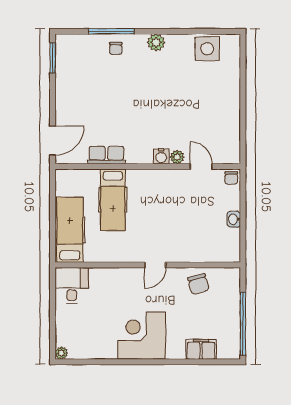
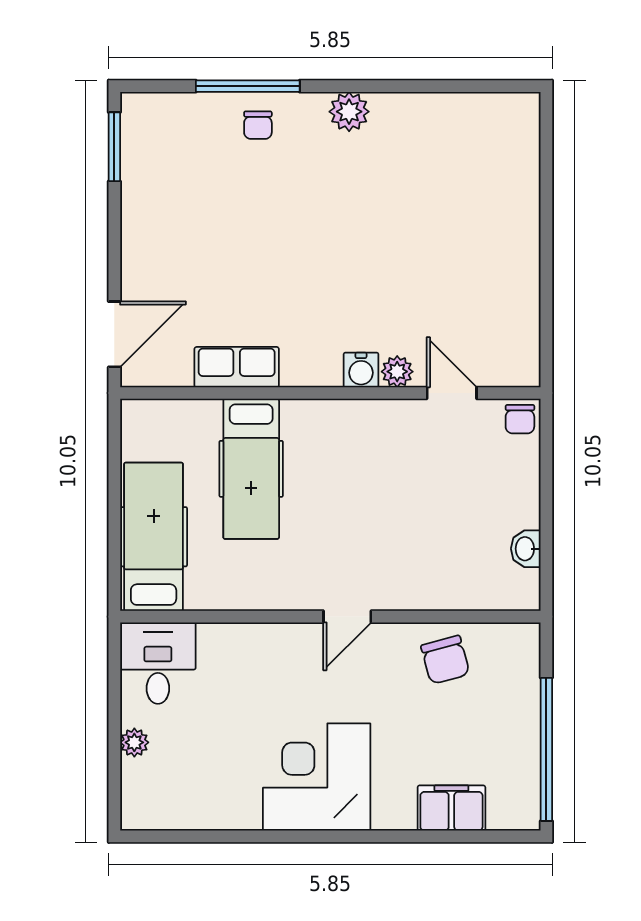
side table: (207, 49) -> (465, 126), removed
washbasin: (234, 219) -> (526, 549), moved
plant: (61, 353) -> (134, 742), moved

